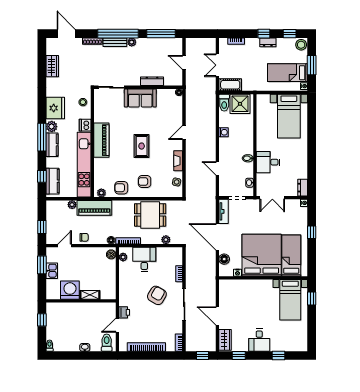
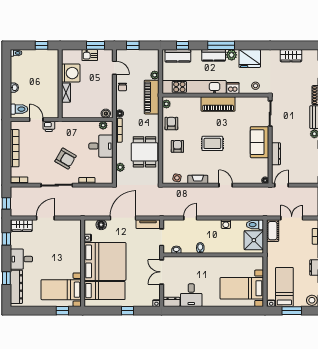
door: (184, 62) -> (282, 185), moved
desk: (268, 162) -> (191, 295), moved, turned 180
dresser: (287, 345) -> (16, 287), added

